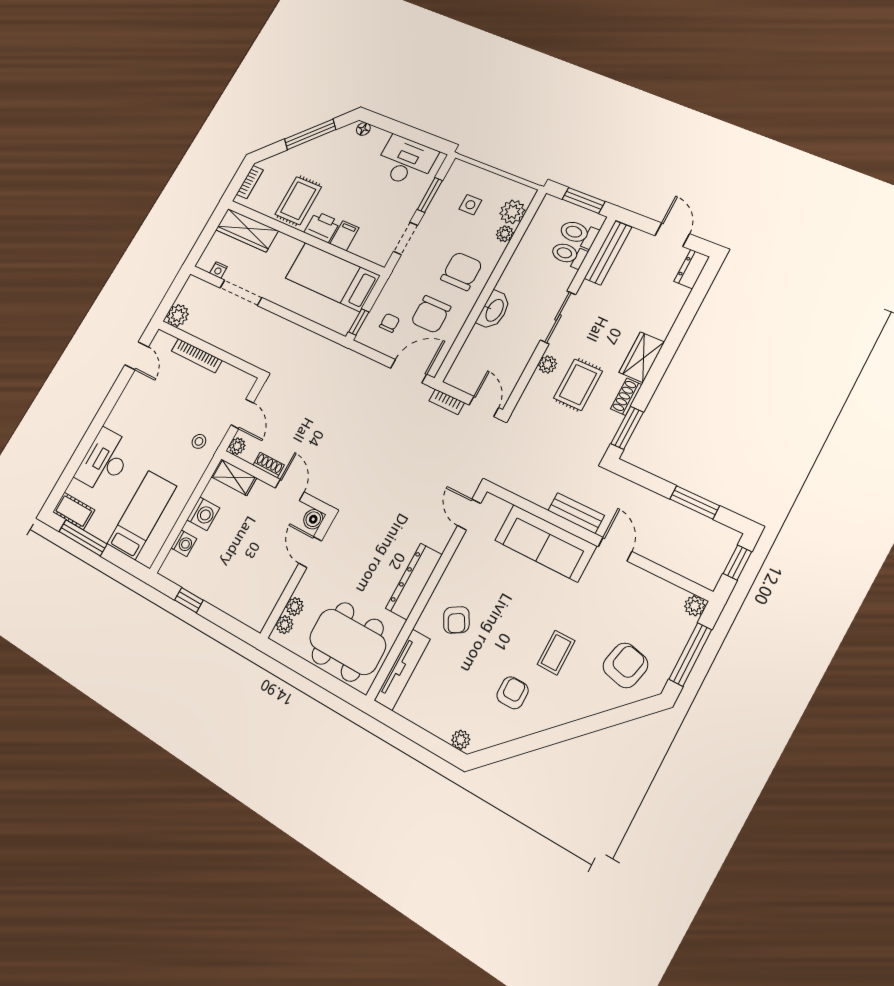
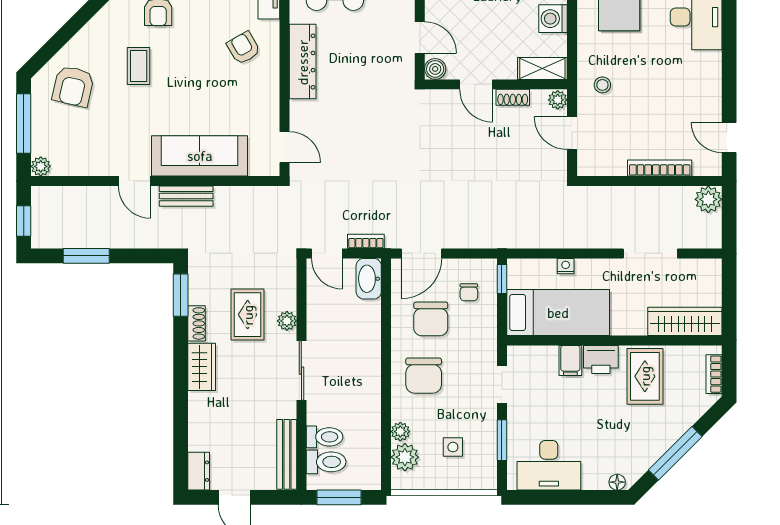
nightstand: (218, 270) -> (566, 266), moved
washbasin: (494, 310) -> (369, 279), moved
chair: (431, 314) -> (431, 319), turned 180

